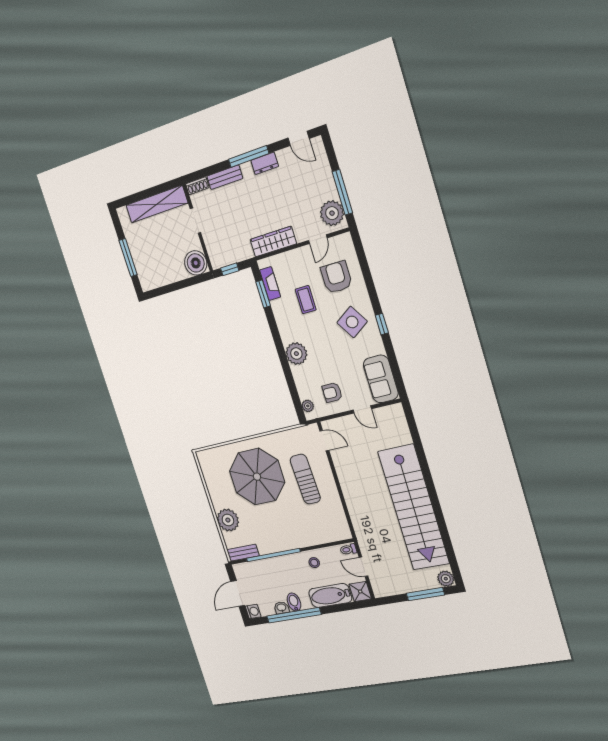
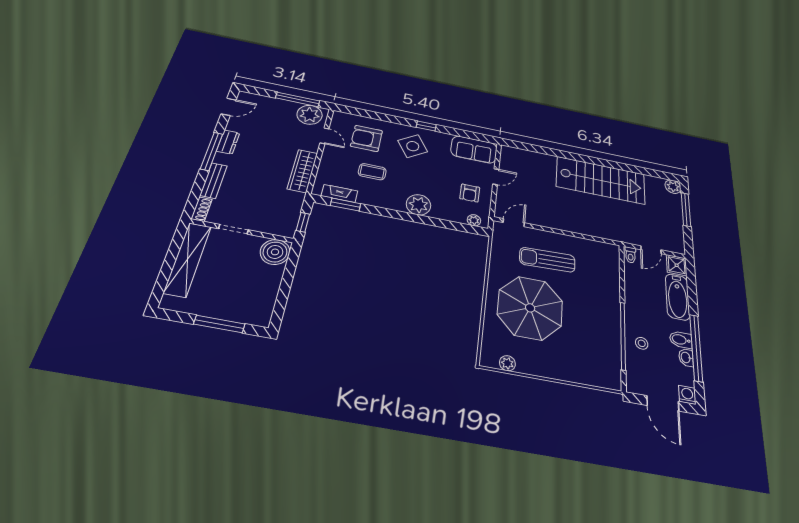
stairs: (414, 508) -> (601, 180), width x0.73
plant: (228, 520) -> (507, 363), moved, width x0.53, depth x0.53
bench: (243, 553) -> (614, 370), removed
stool: (314, 563) -> (642, 343), moved

